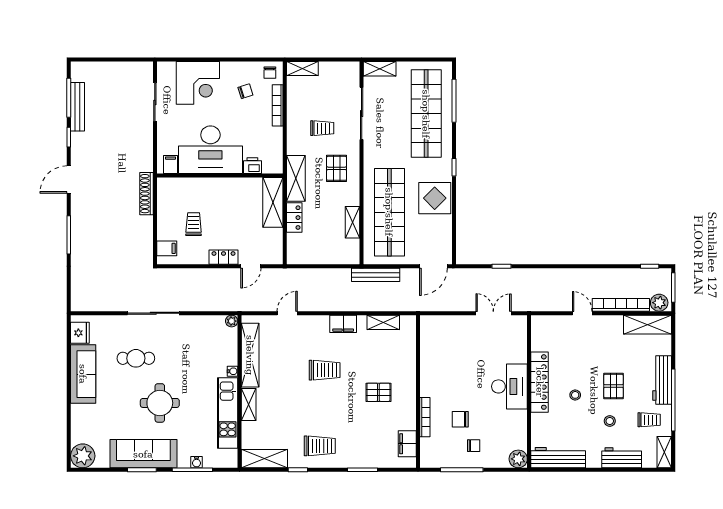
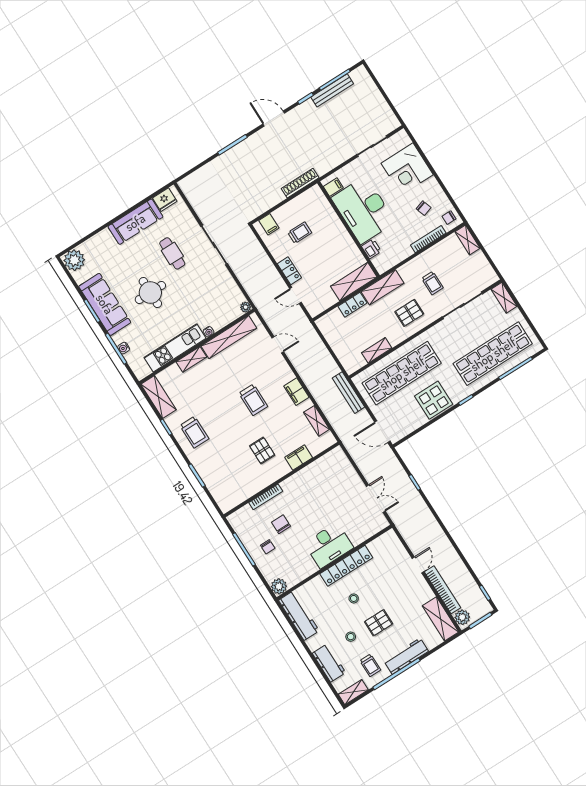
filing cabinet: (407, 444) -> (299, 457), moved

